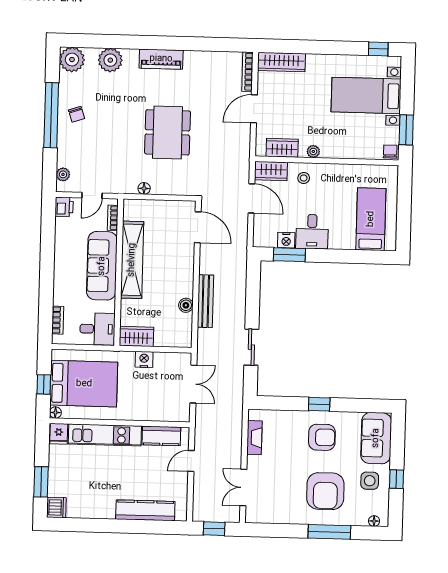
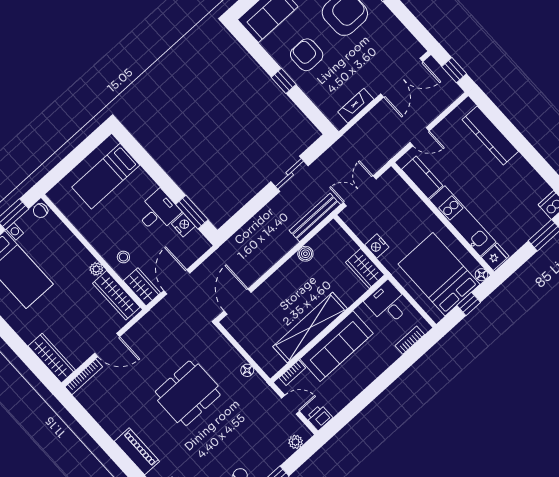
wardrobe: (282, 148) -> (116, 295), width x1.50
bench: (206, 301) -> (315, 218), moved
double door: (243, 488) -> (402, 78), width x1.37

